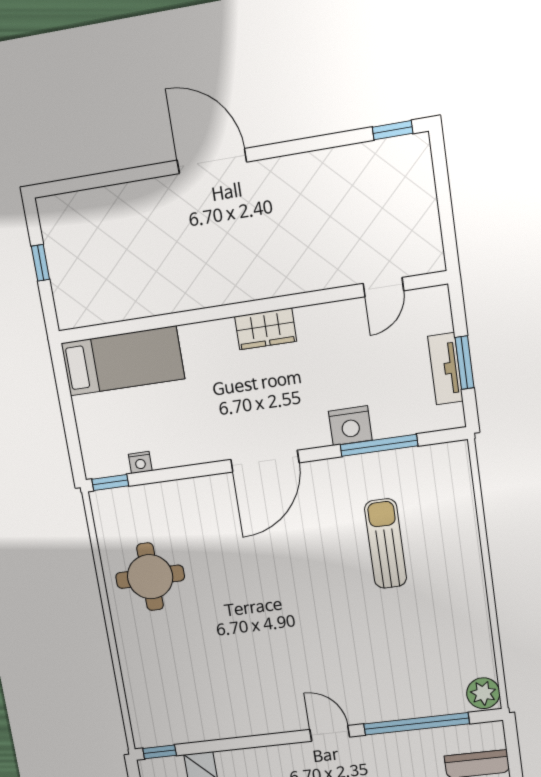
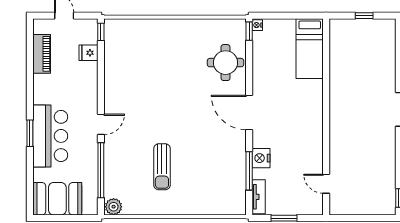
wardrobe: (266, 329) -> (315, 123), removed
tv unit: (445, 369) -> (259, 197), moved, turned 90
nightstand: (140, 462) -> (257, 25), moved
sun lounger: (386, 544) -> (162, 167), moved, turned 90
round table: (150, 577) -> (226, 63), moved

